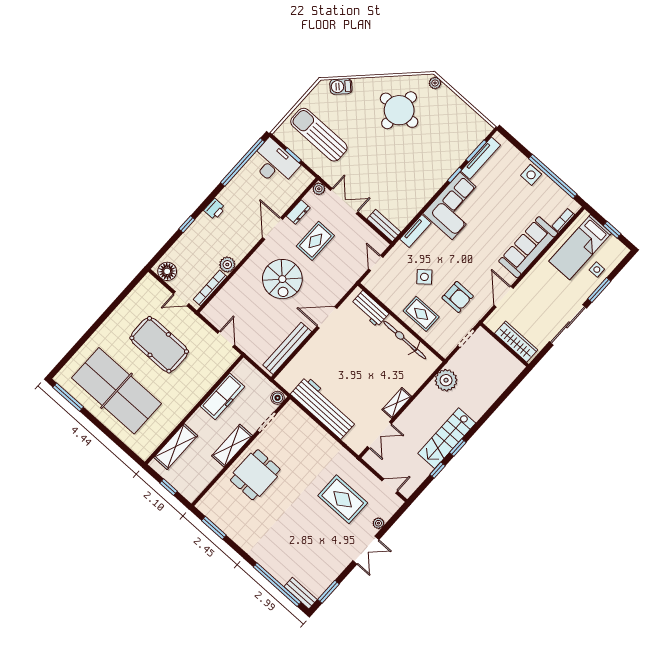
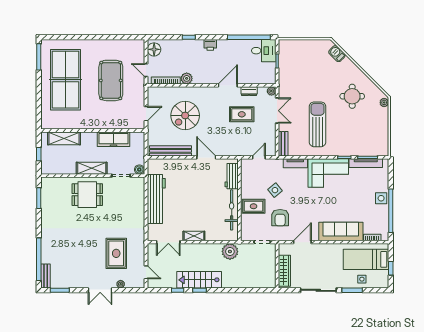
round table: (399, 110) -> (352, 96), width x0.73, depth x0.73
sun lounger: (319, 135) -> (317, 124), moved
desk: (274, 163) -> (264, 51), width x0.73
spiral stairs: (282, 279) -> (185, 115), moved
rug: (421, 314) -> (254, 206), turned 90

